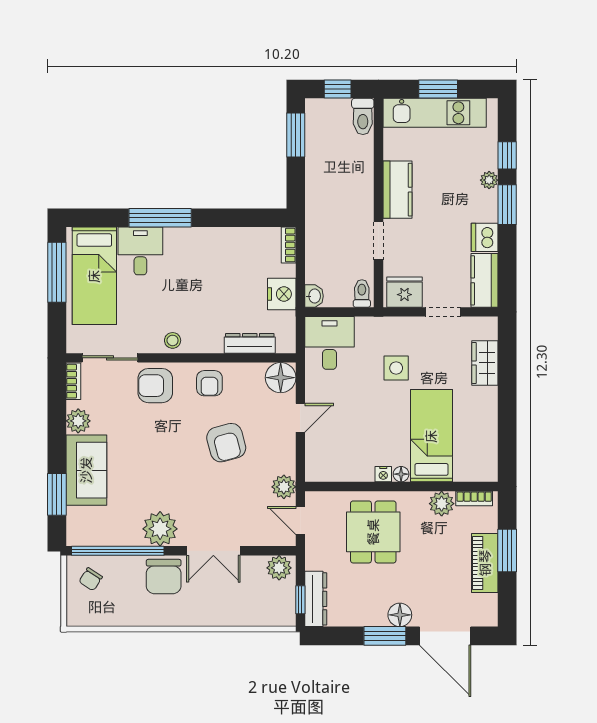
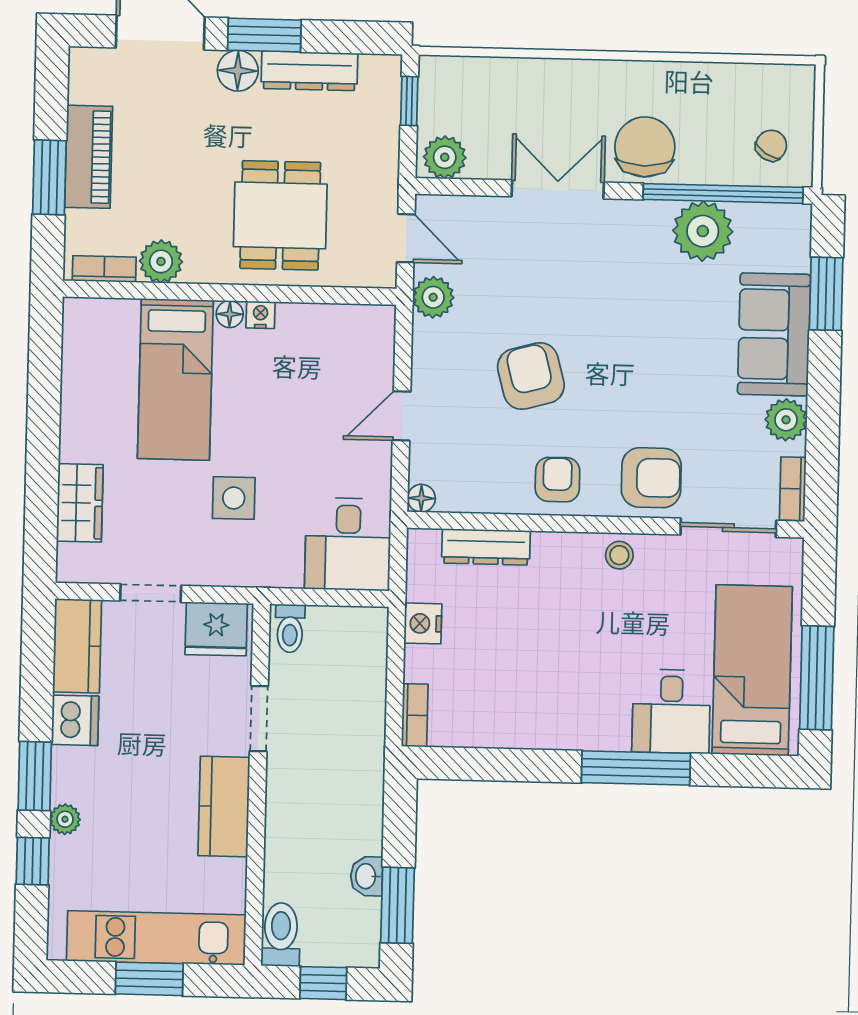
nightstand: (282, 294) -> (423, 623), width x0.74, depth x0.75
washbasin: (314, 296) -> (367, 876), moved
floor lamp: (281, 378) -> (421, 498), width x0.53, depth x0.53
plant: (160, 529) -> (703, 231), moved
dresser: (316, 599) -> (309, 71), moved, turned -90

